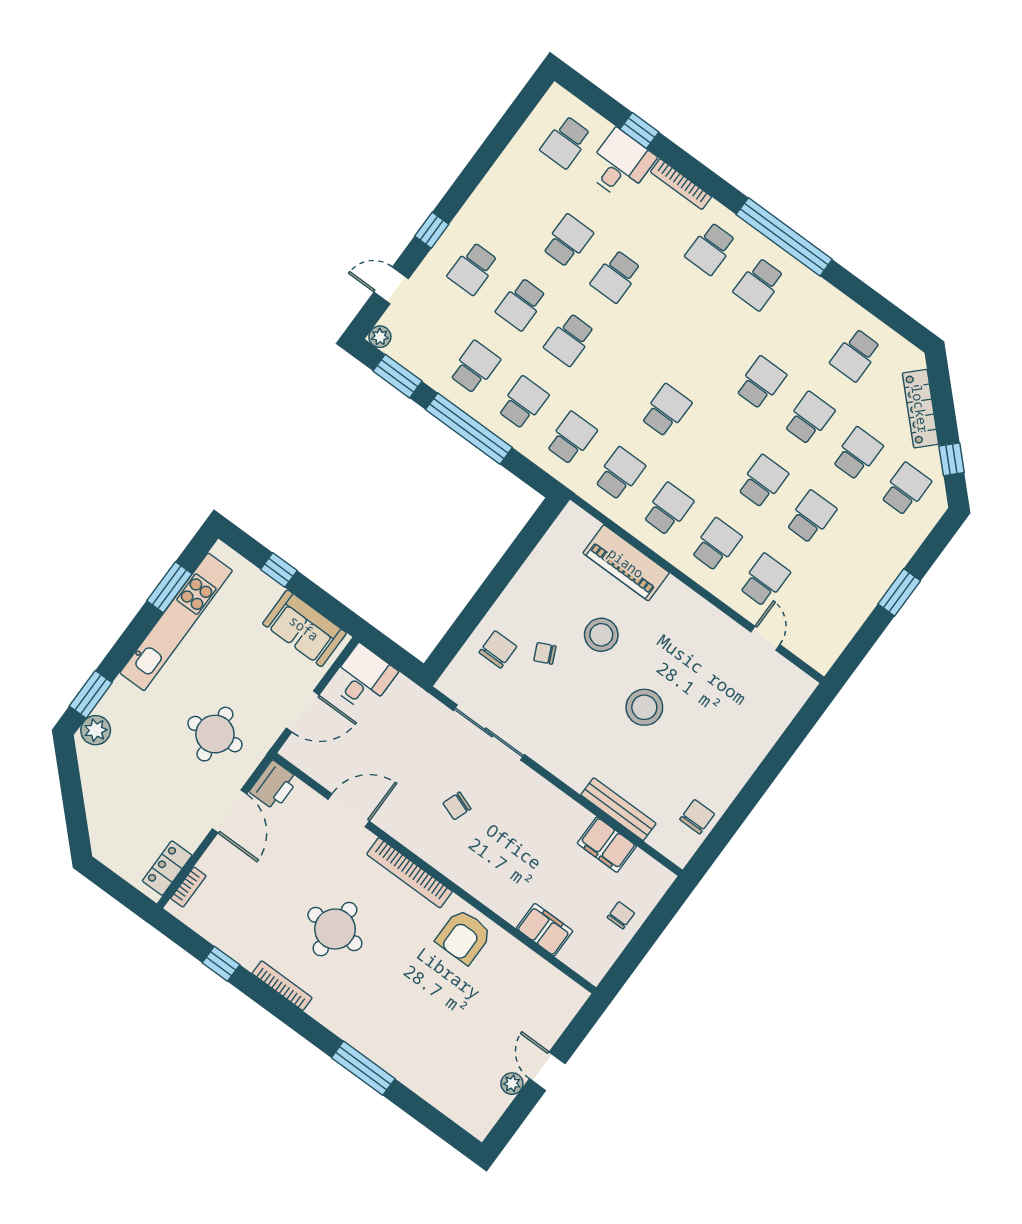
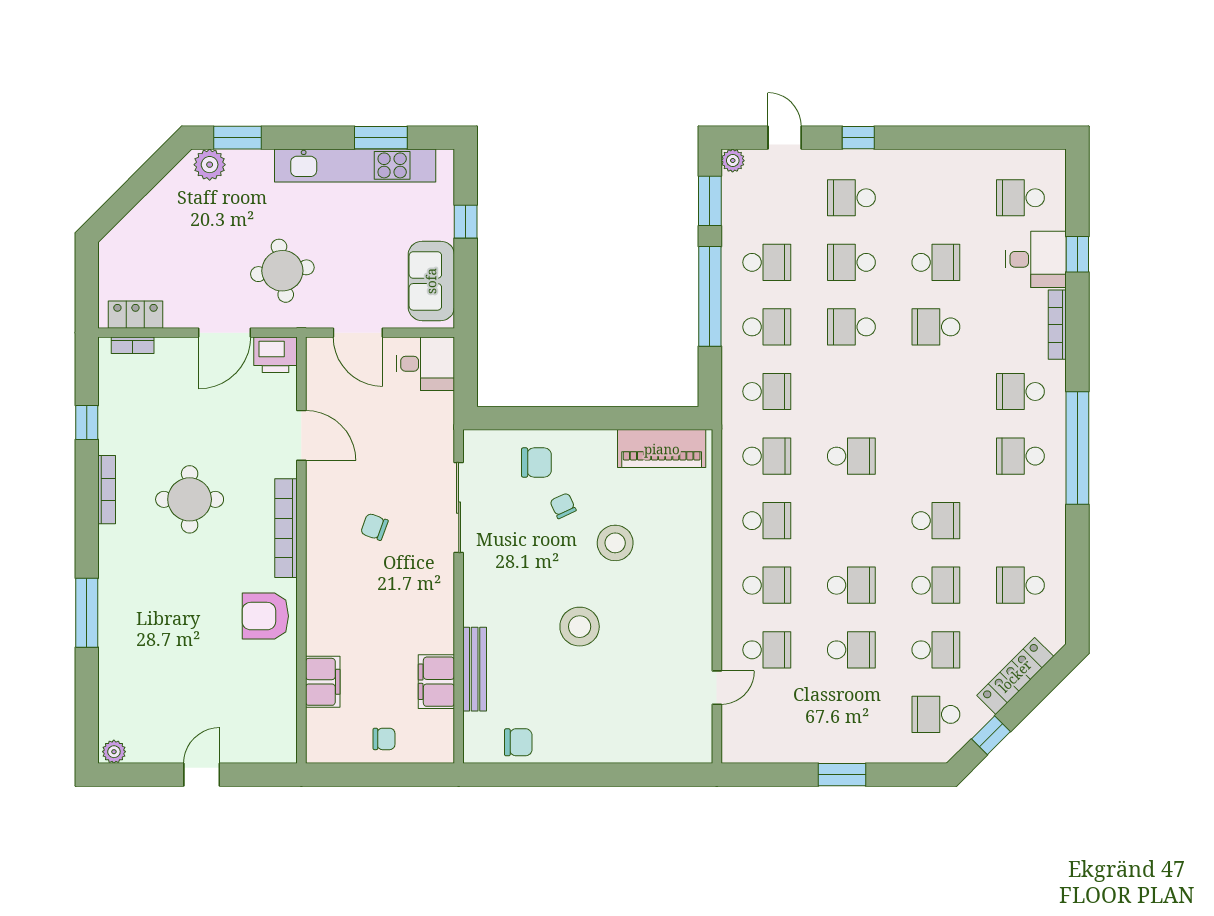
school desk: (906, 489) -> (936, 714), turned 180
piano: (626, 563) -> (662, 449), moved, turned -90
plant: (512, 1084) -> (114, 752), moved

